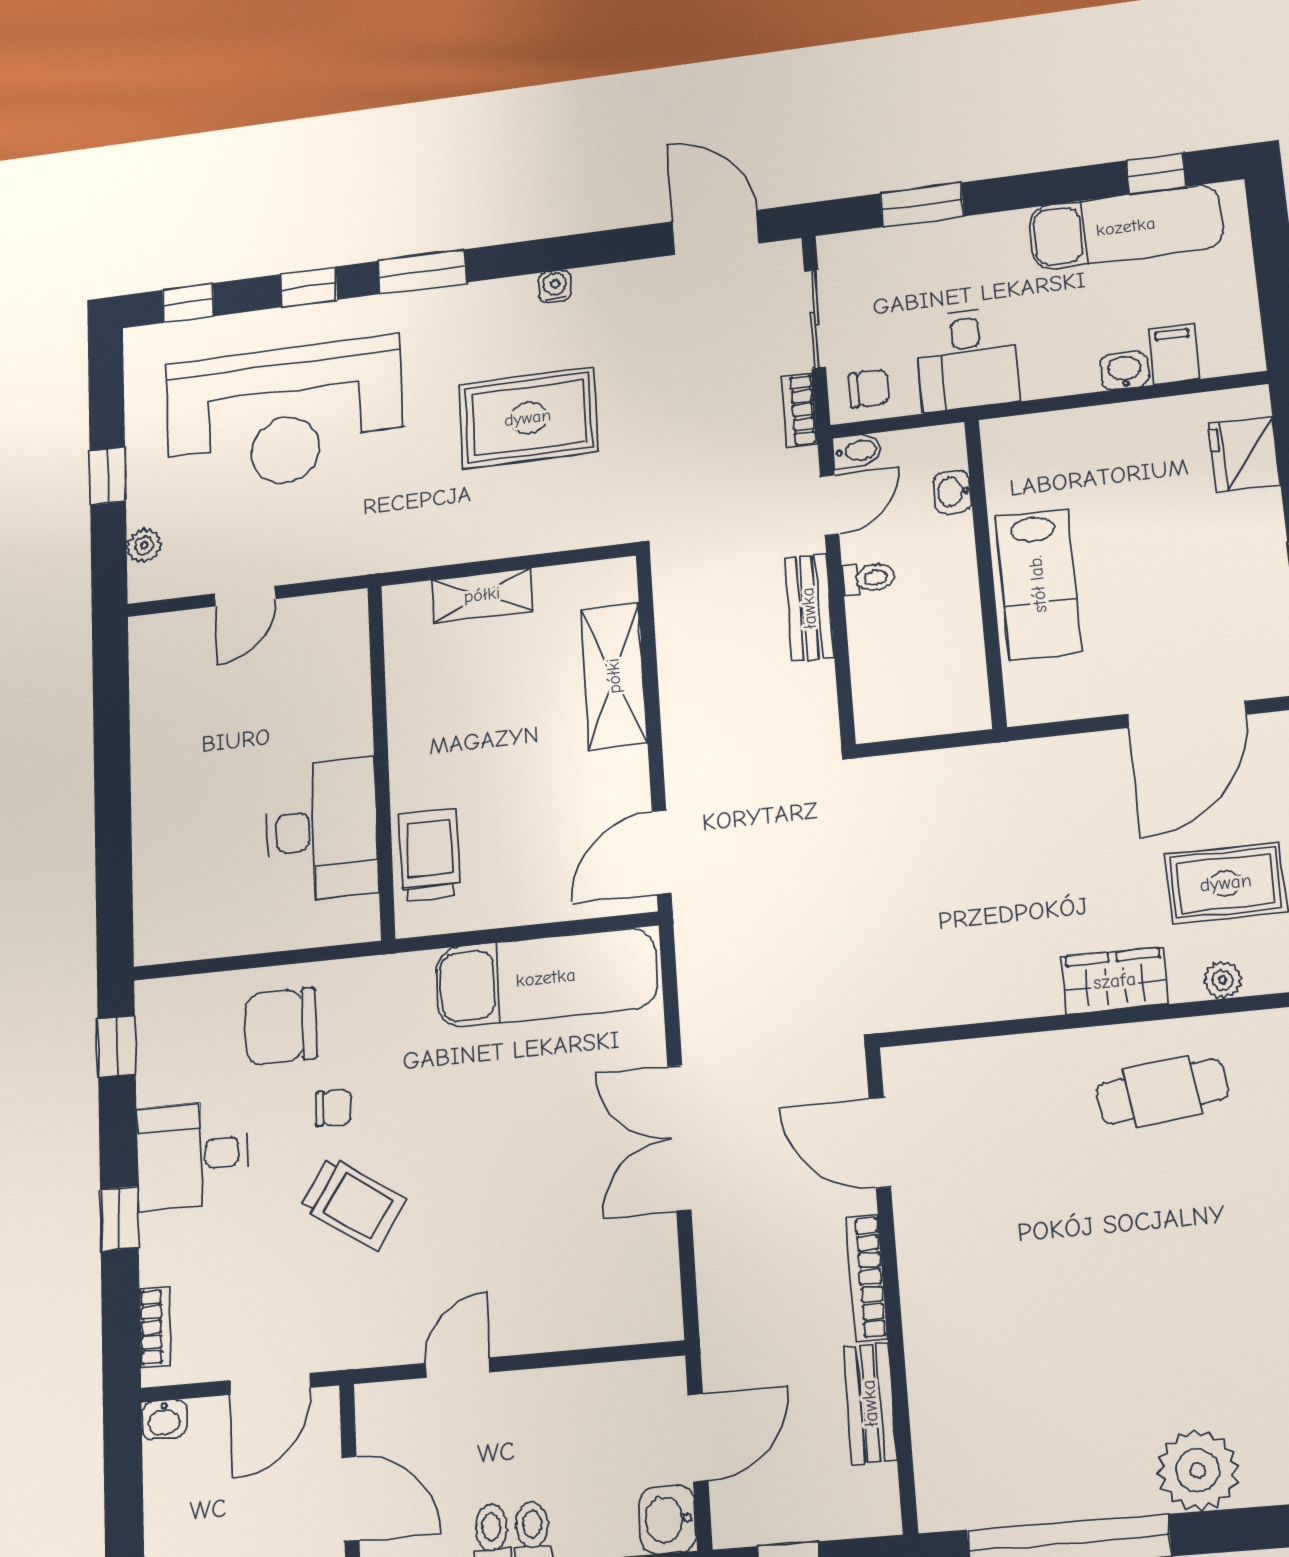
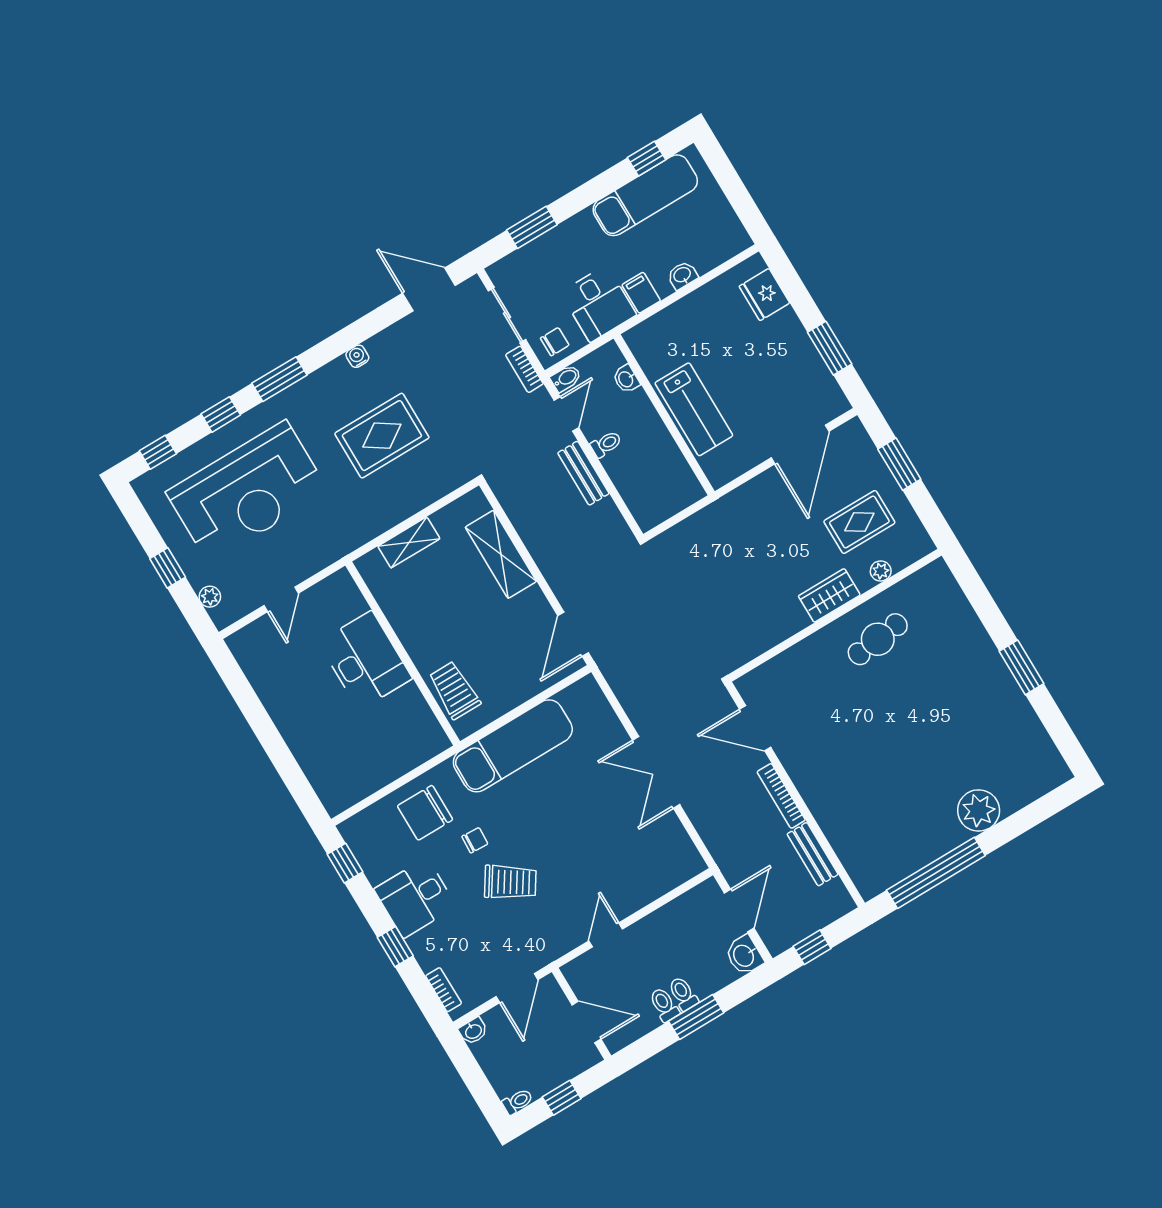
filing cabinet: (1174, 354) -> (641, 293), moved
desk: (322, 830) -> (365, 660), moved
exam couch: (546, 978) -> (513, 746), moved

